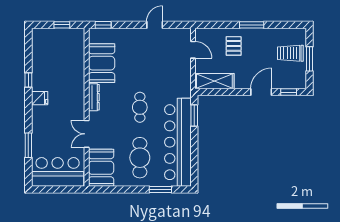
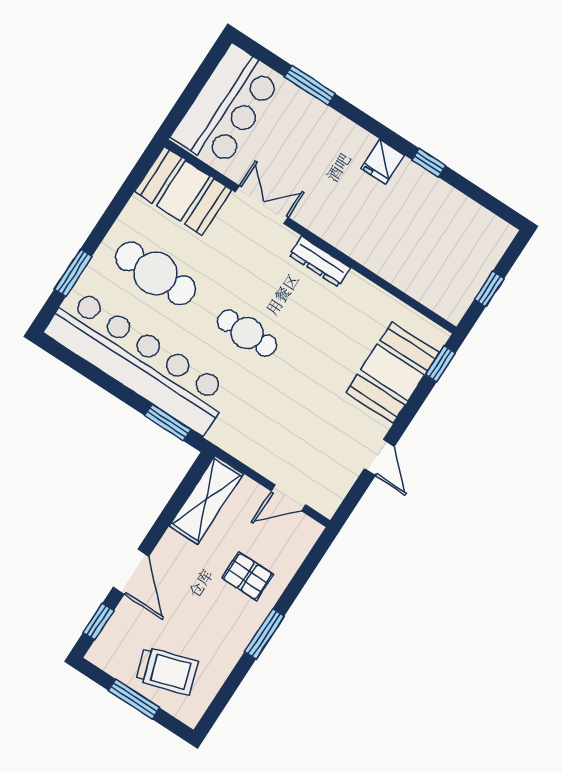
trolley: (290, 53) -> (167, 671), turned 72
booth: (102, 63) -> (393, 373), moved, turned 90

